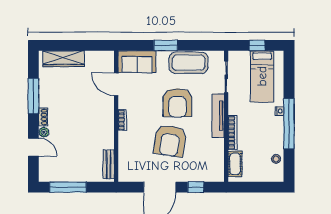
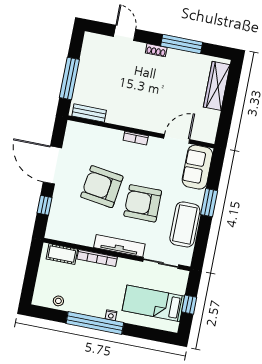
plant: (44, 132) -> (139, 48), removed
door: (33, 147) -> (125, 33), swing flipped
window: (68, 187) -> (69, 78), moved

